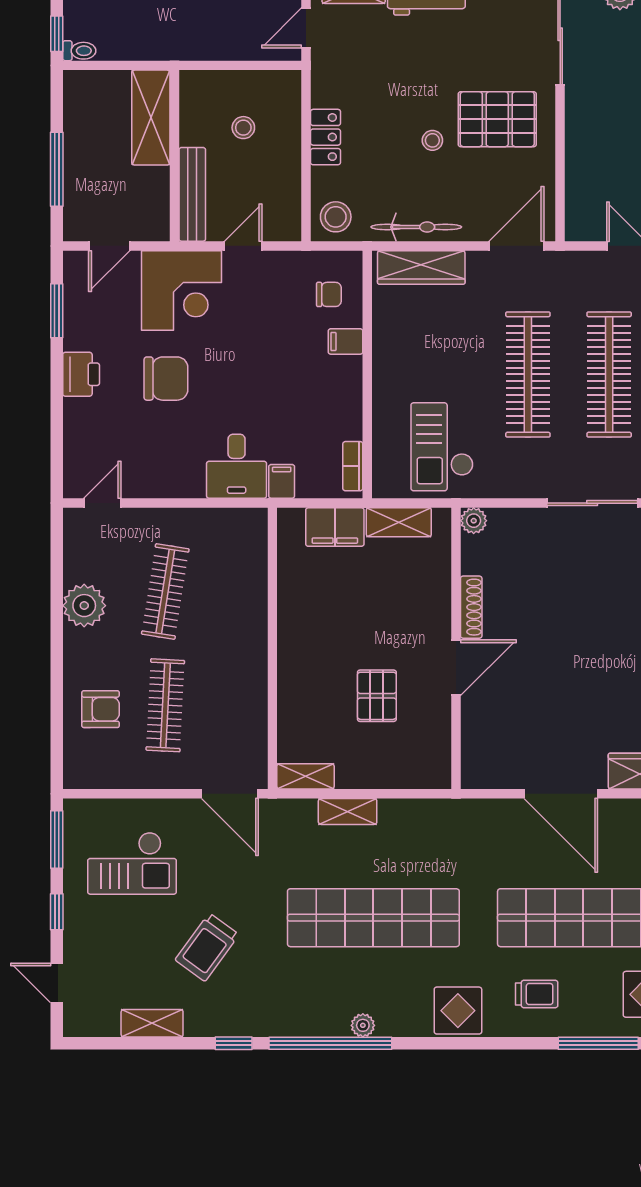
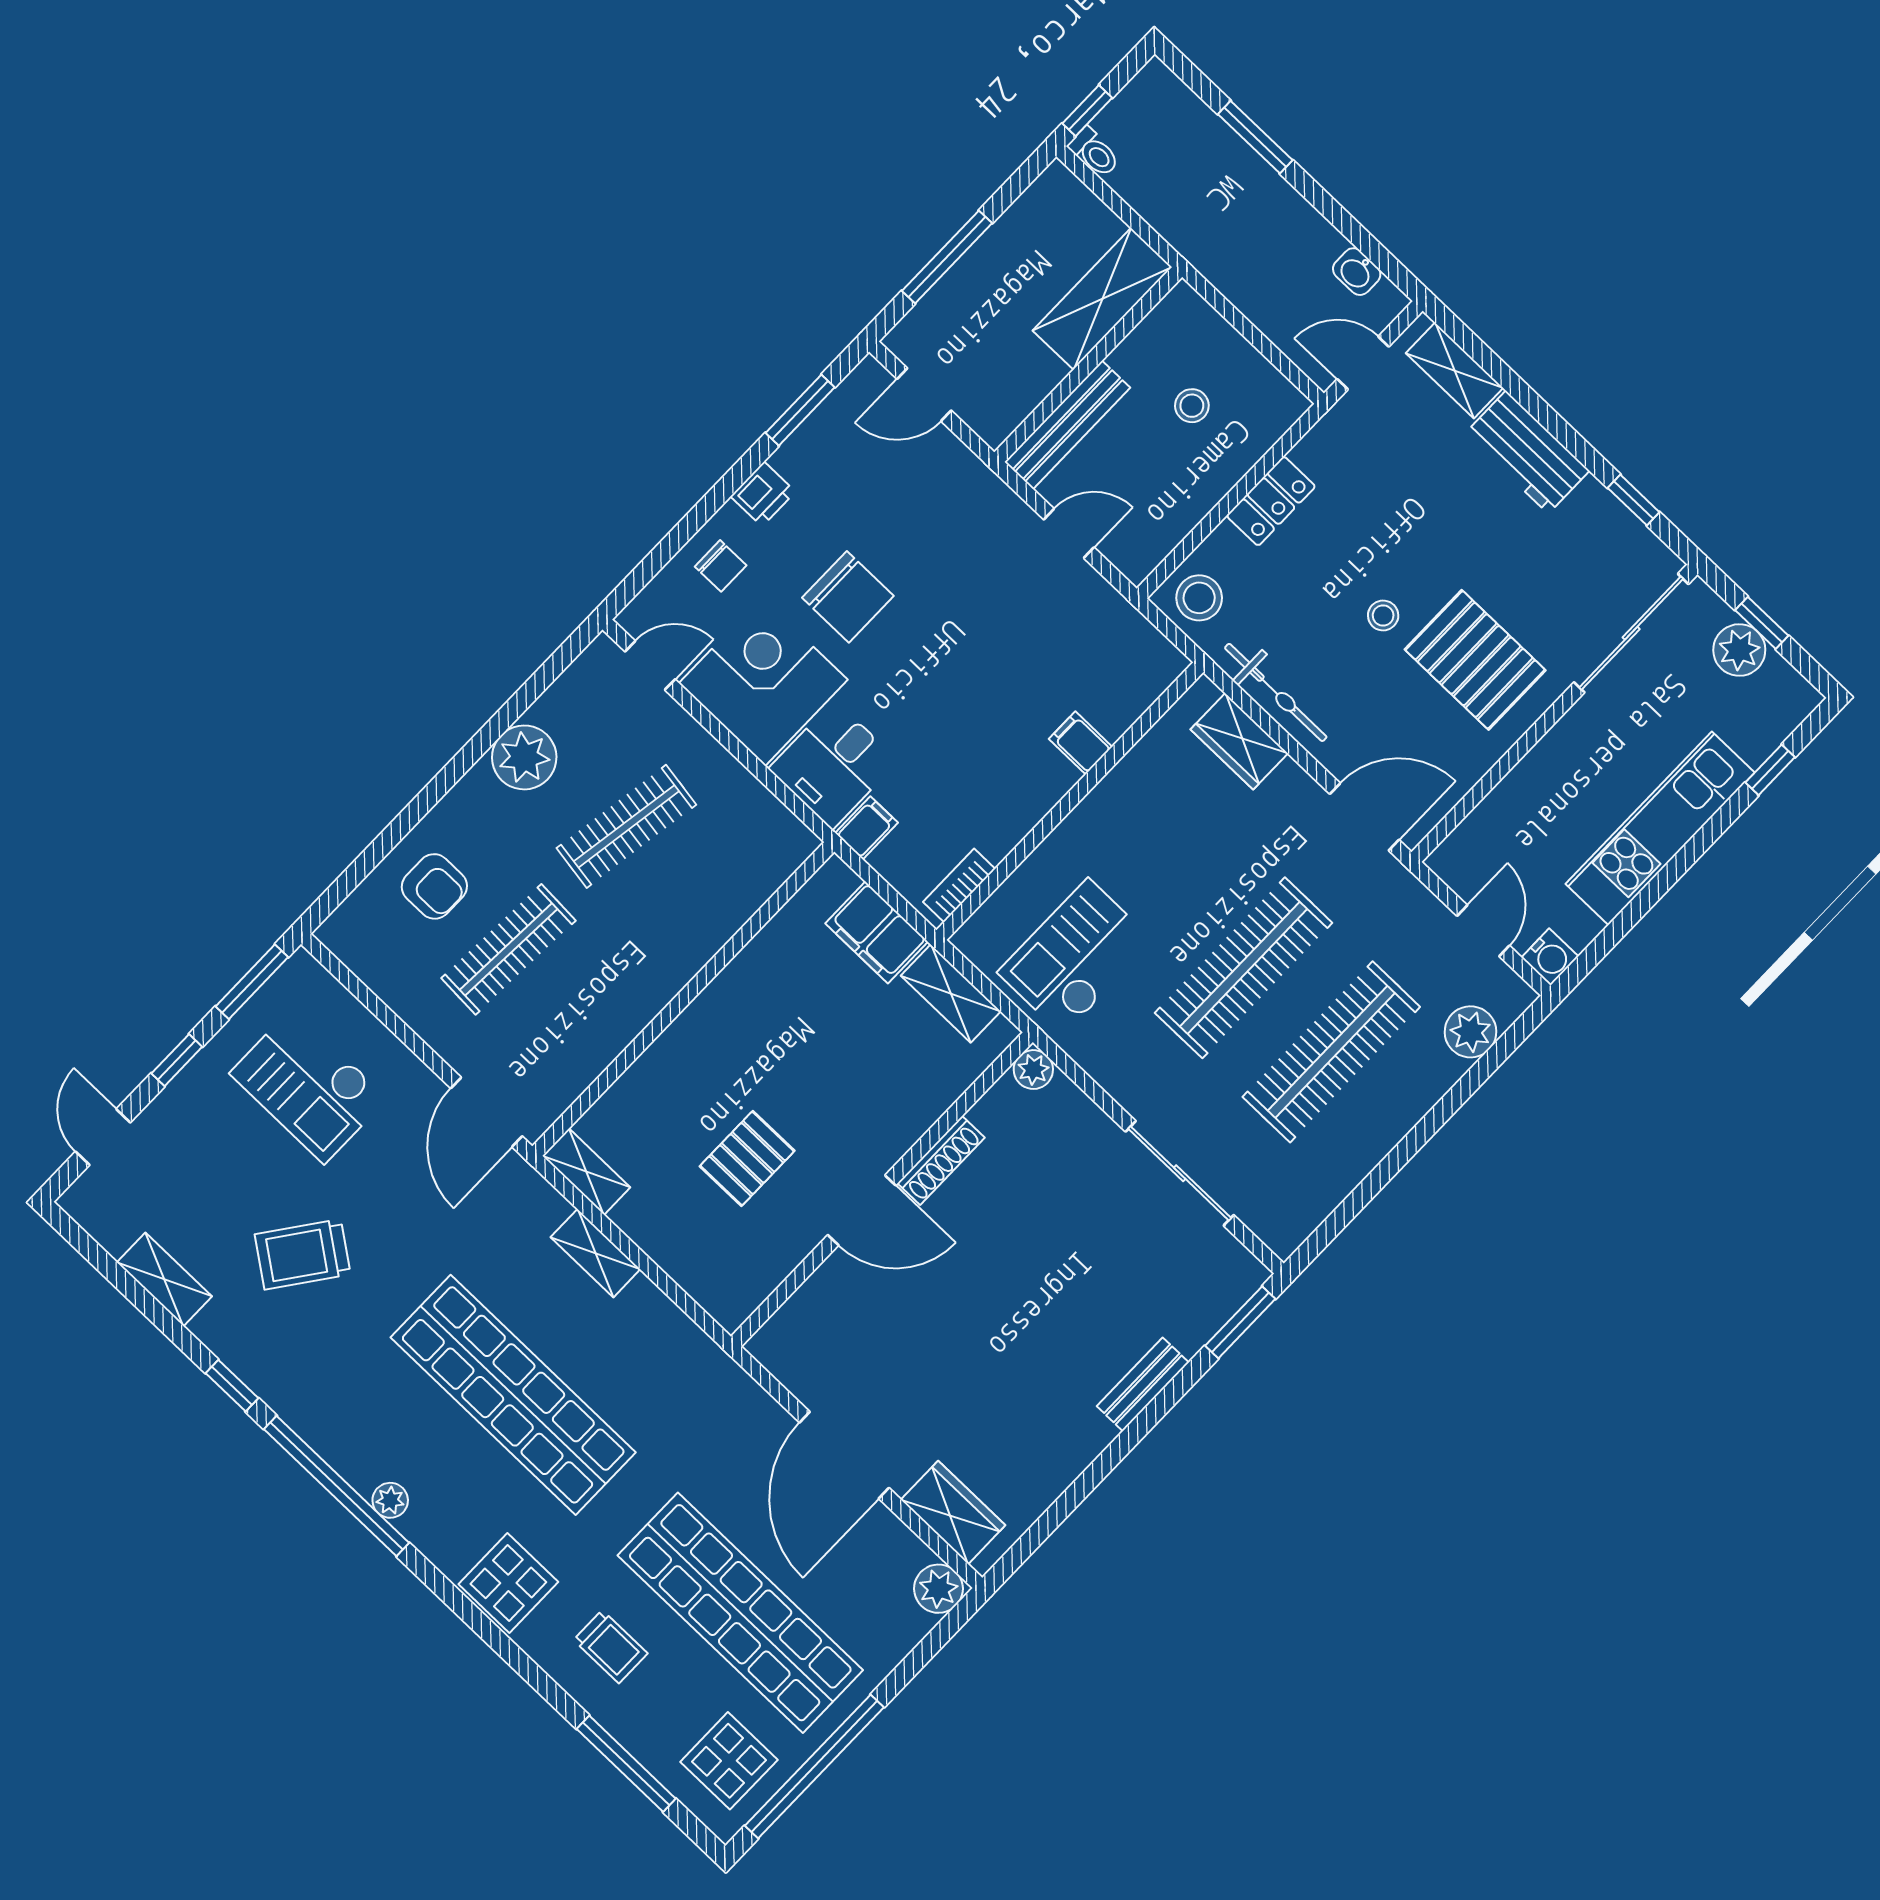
wardrobe: (421, 267) -> (1239, 741), width x0.67
corner desk: (181, 291) -> (763, 681), moved, turned 180
chair: (329, 294) -> (721, 566), moved
printer: (81, 374) -> (763, 494), width x0.73, depth x0.81

